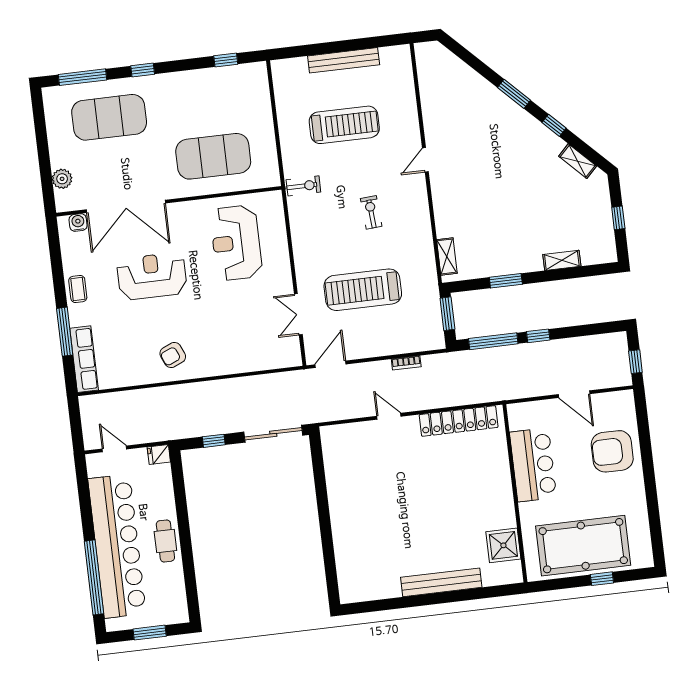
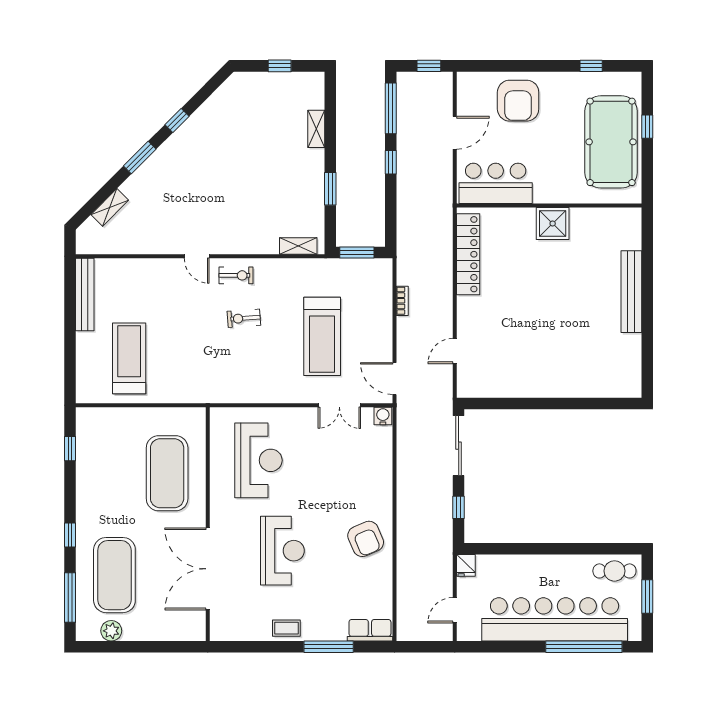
bench: (344, 60) -> (85, 295), moved
treadmill: (344, 125) -> (129, 358), moved
shelving: (578, 161) -> (110, 207), moved
plant: (62, 179) -> (111, 631), moved
exercise bike: (303, 186) -> (236, 275), moved, turned 90
double door: (126, 206) -> (208, 569), swing flipped
water cooler: (78, 222) -> (383, 416), moved, turned 90
reception desk: (236, 243) -> (258, 460), turned -90
reception desk: (152, 276) -> (282, 551), turned 180
window: (493, 341) -> (391, 108), moved
armchair: (173, 355) -> (366, 539), width x1.38, depth x1.38
row of seats: (84, 359) -> (370, 630), width x0.68
door: (389, 416) -> (455, 351), moved
bar counter: (533, 465) -> (496, 183), moved
window: (654, 518) -> (591, 66), added
cafe table: (165, 541) -> (614, 571), moved
shower: (503, 545) -> (553, 224), moved

